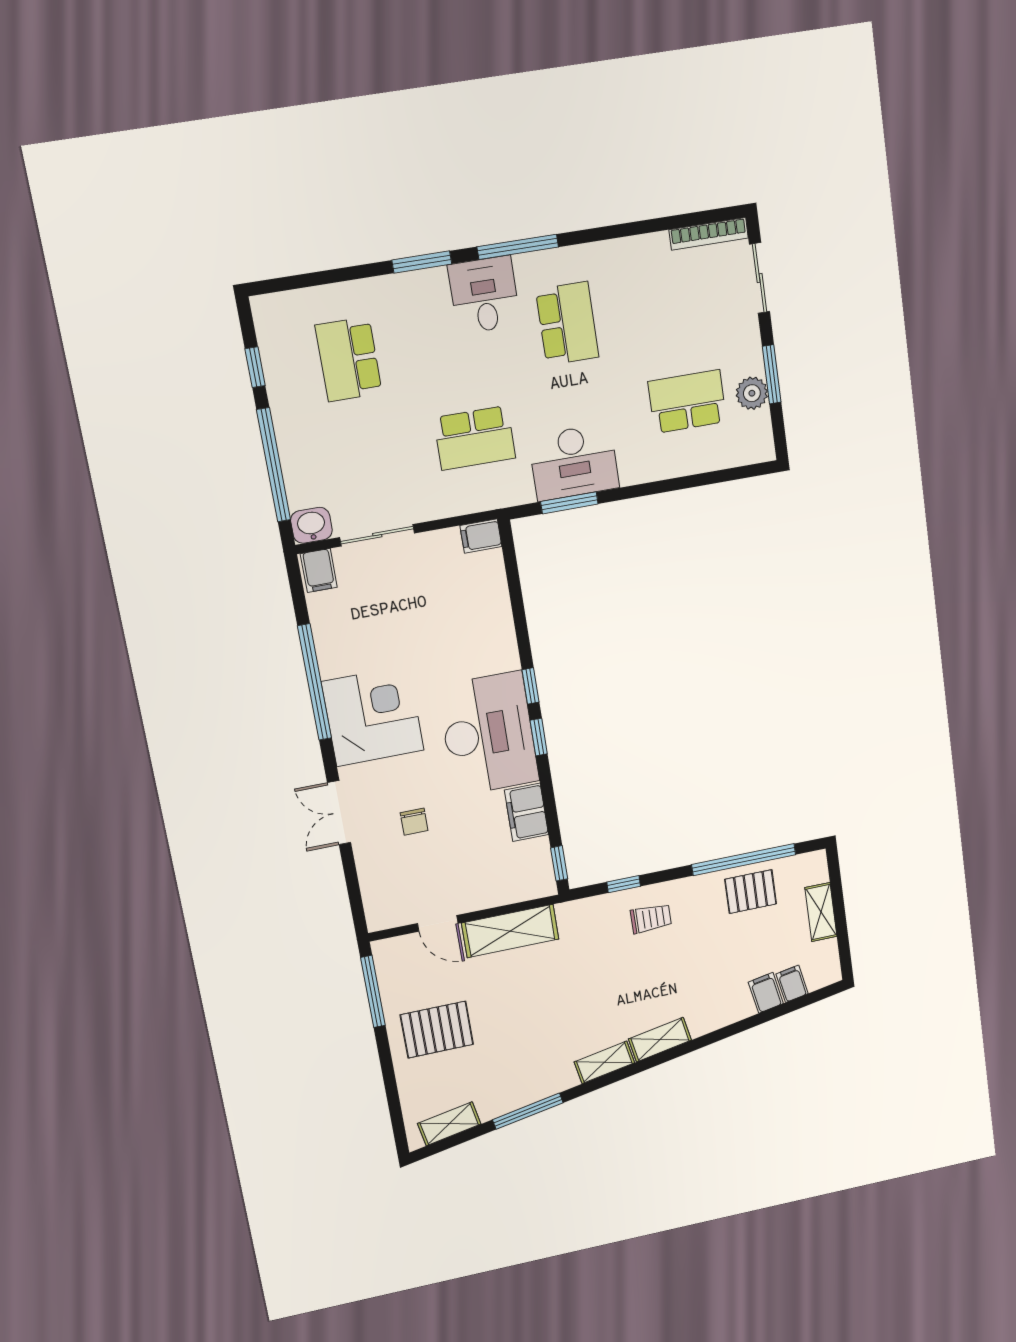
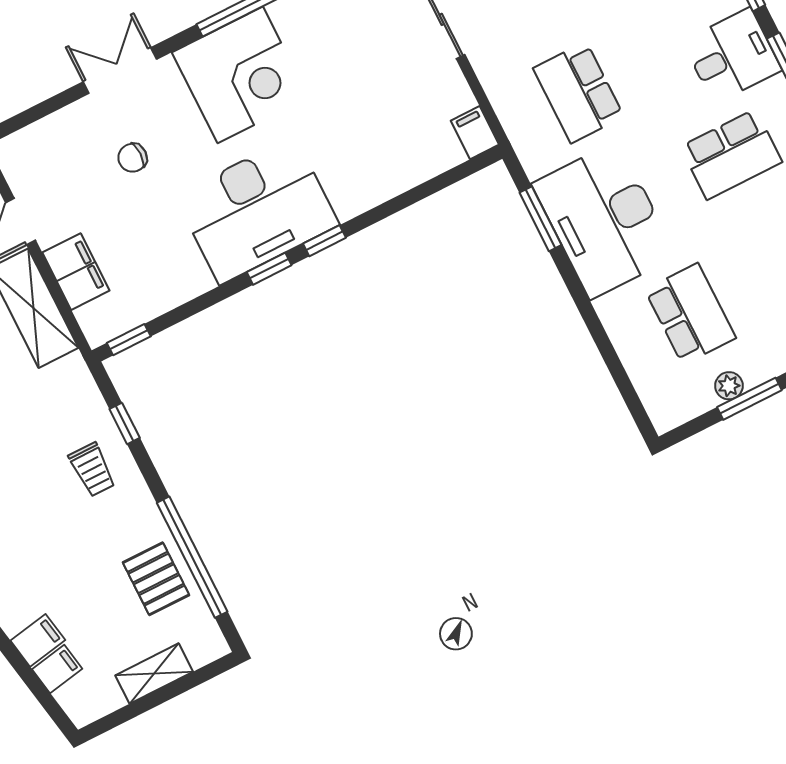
plant: (752, 393) -> (729, 386), width x0.73, depth x0.73
desk: (574, 462) -> (604, 220), width x1.36, depth x1.30
filing cabinet: (527, 812) -> (76, 272), moved, turned 90

